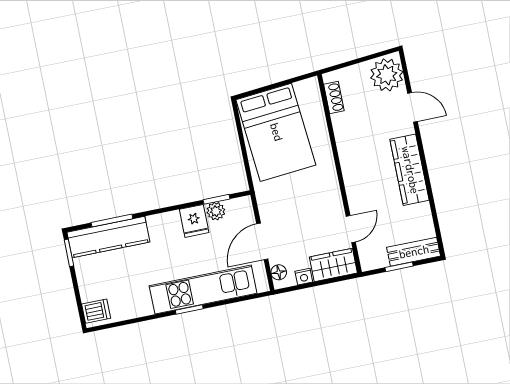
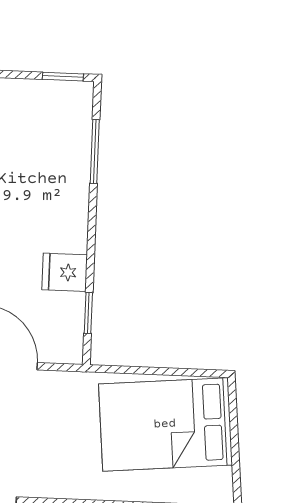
plant: (216, 211) -> (71, 308), removed
kitchen counter: (108, 237) -> (72, 140), removed

